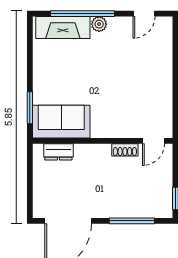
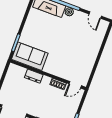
door: (144, 14) -> (95, 15), hinge flipped
dresser: (58, 152) -> (34, 76), moved

